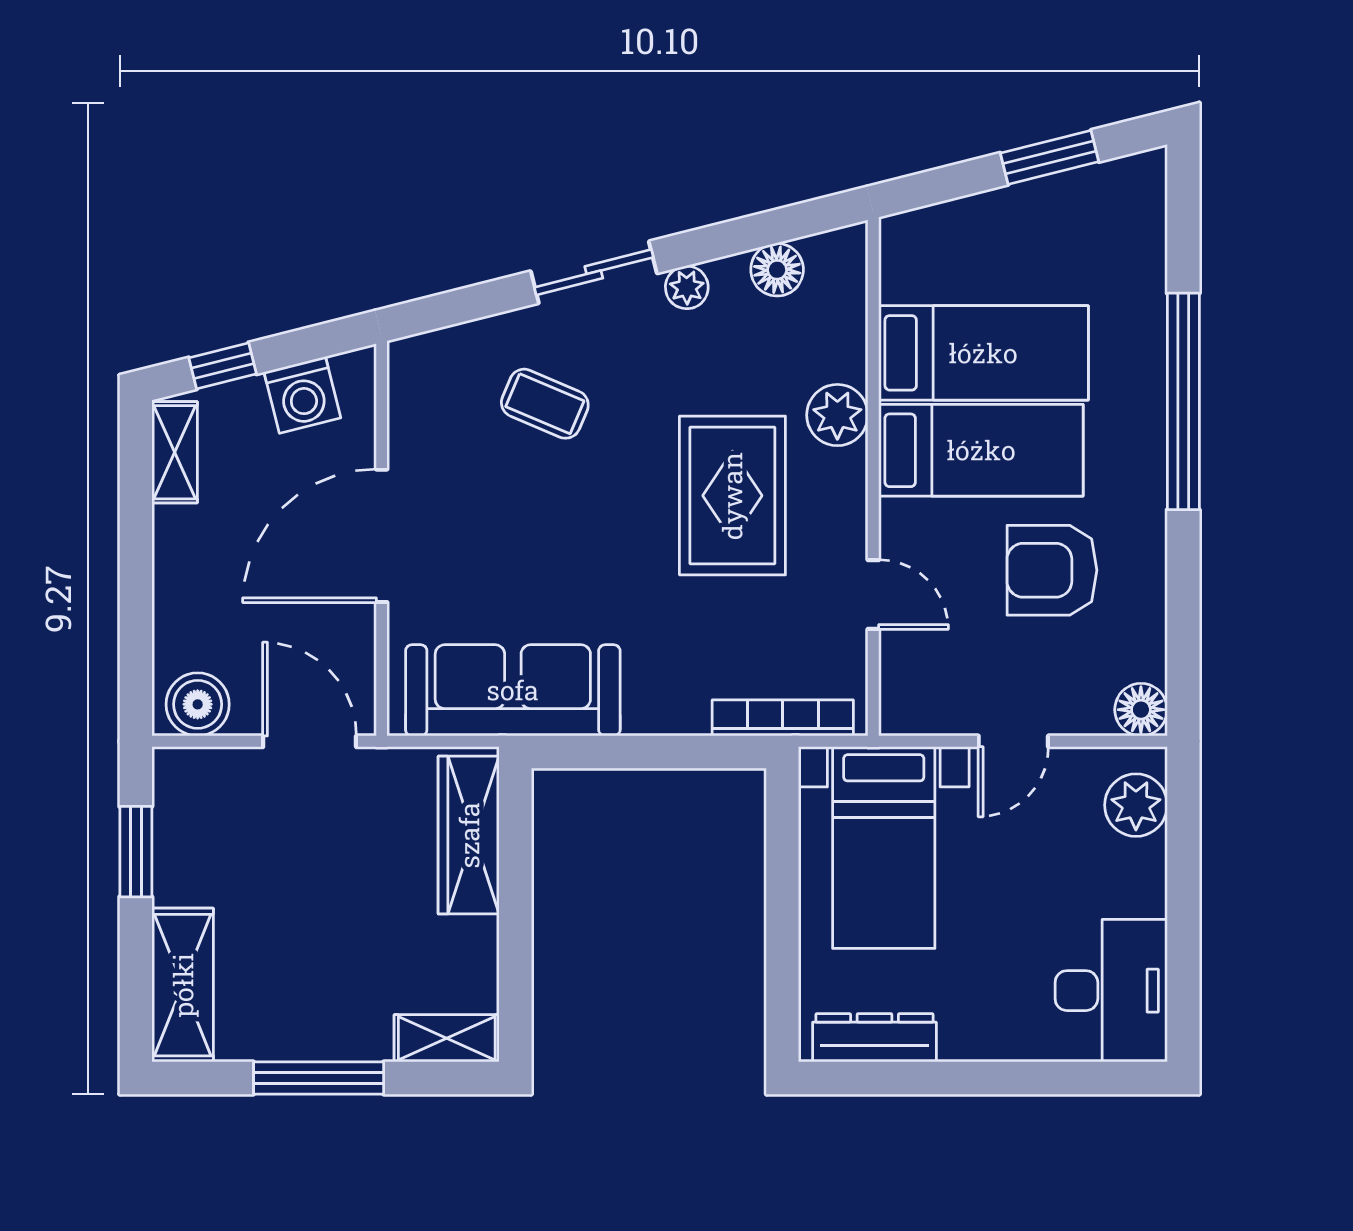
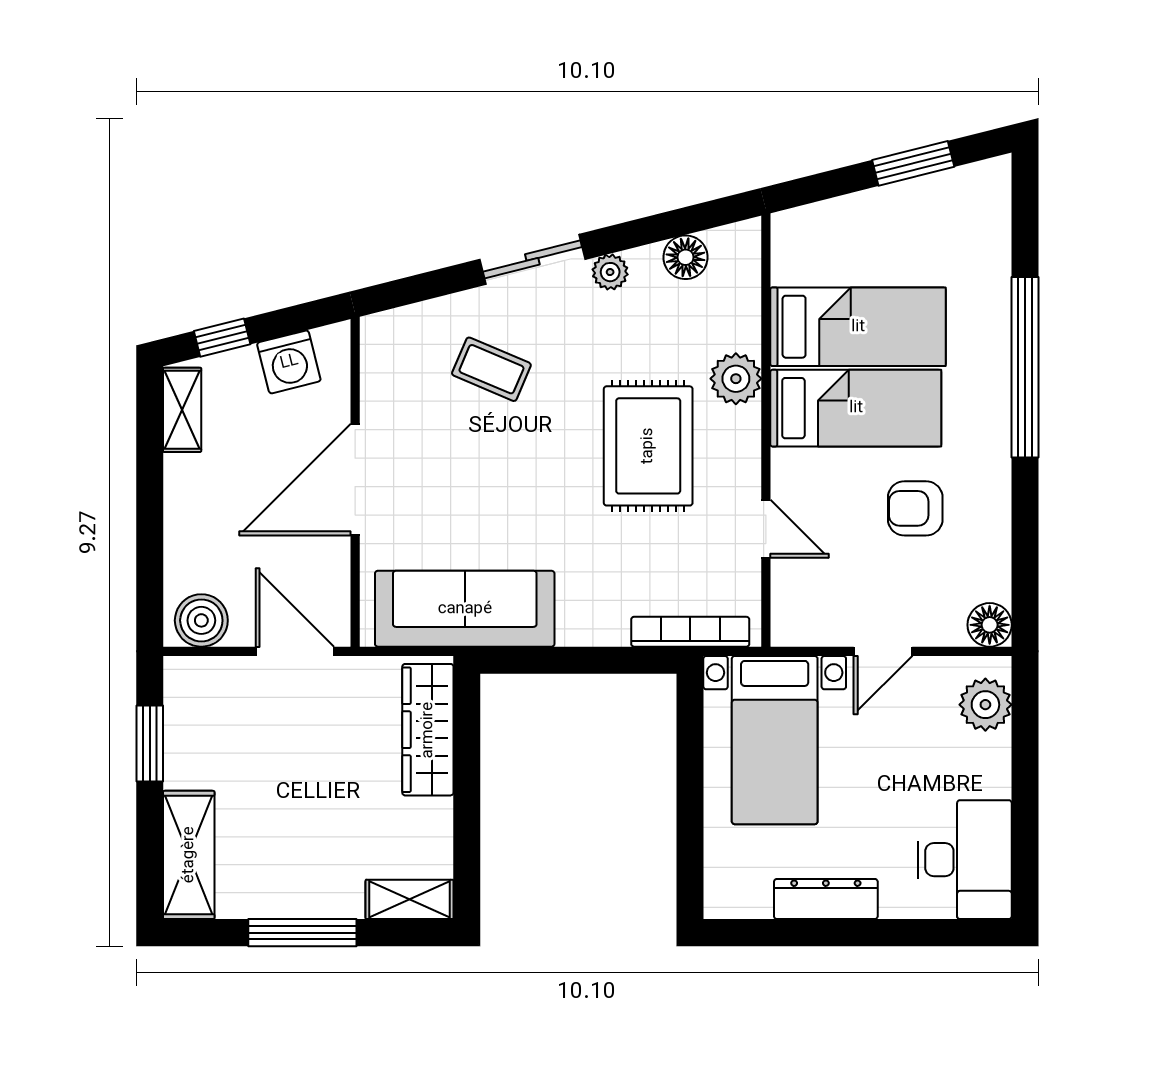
armchair: (1052, 570) -> (915, 508), width x0.72, depth x0.72
dresser: (874, 1038) -> (826, 899), moved

